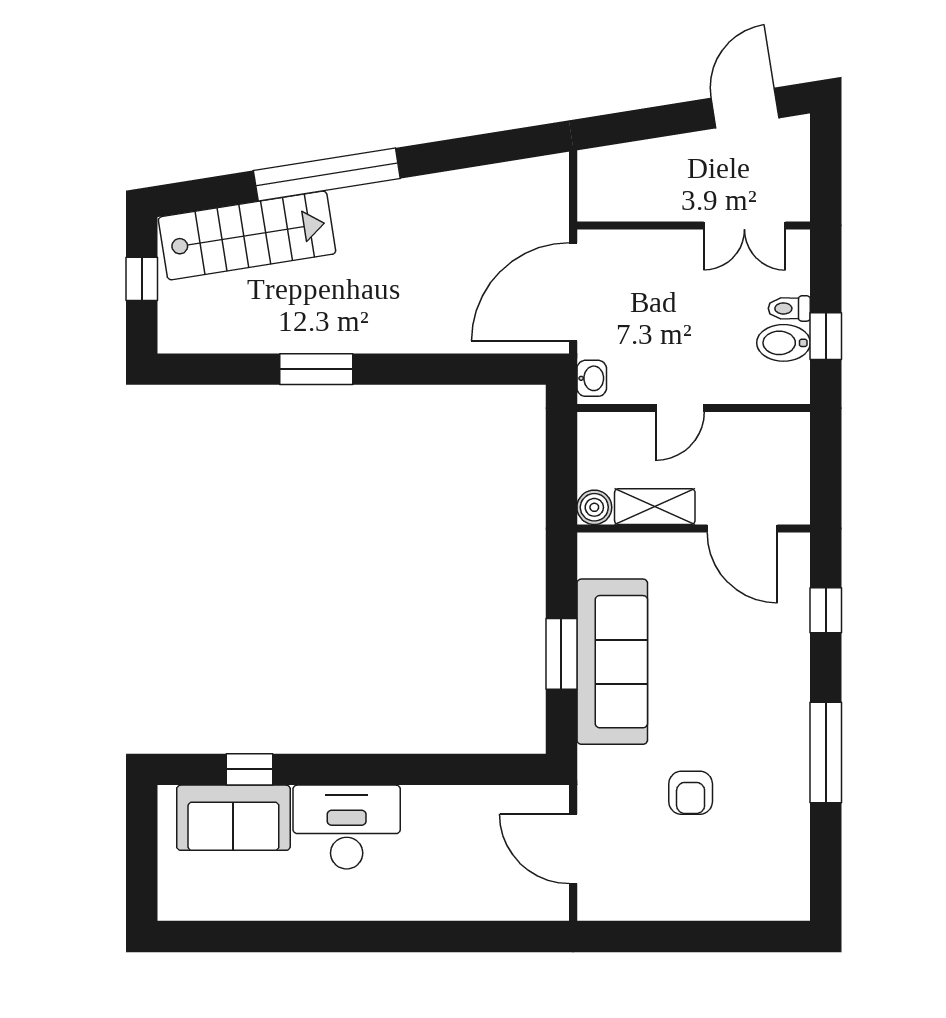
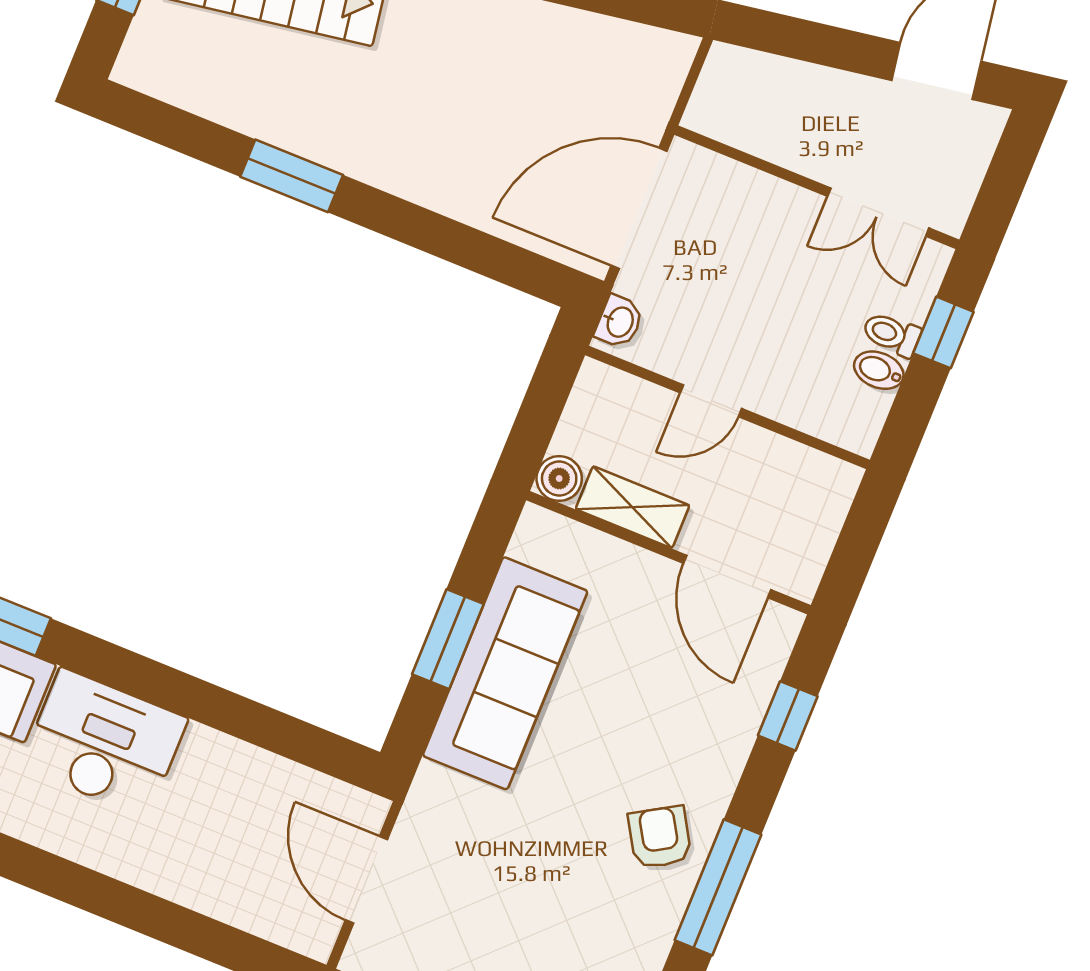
window: (826, 336) -> (943, 332), moved
bidet: (783, 343) -> (879, 370), width x0.72, depth x0.74
armchair: (691, 793) -> (660, 837), moved, turned 149

